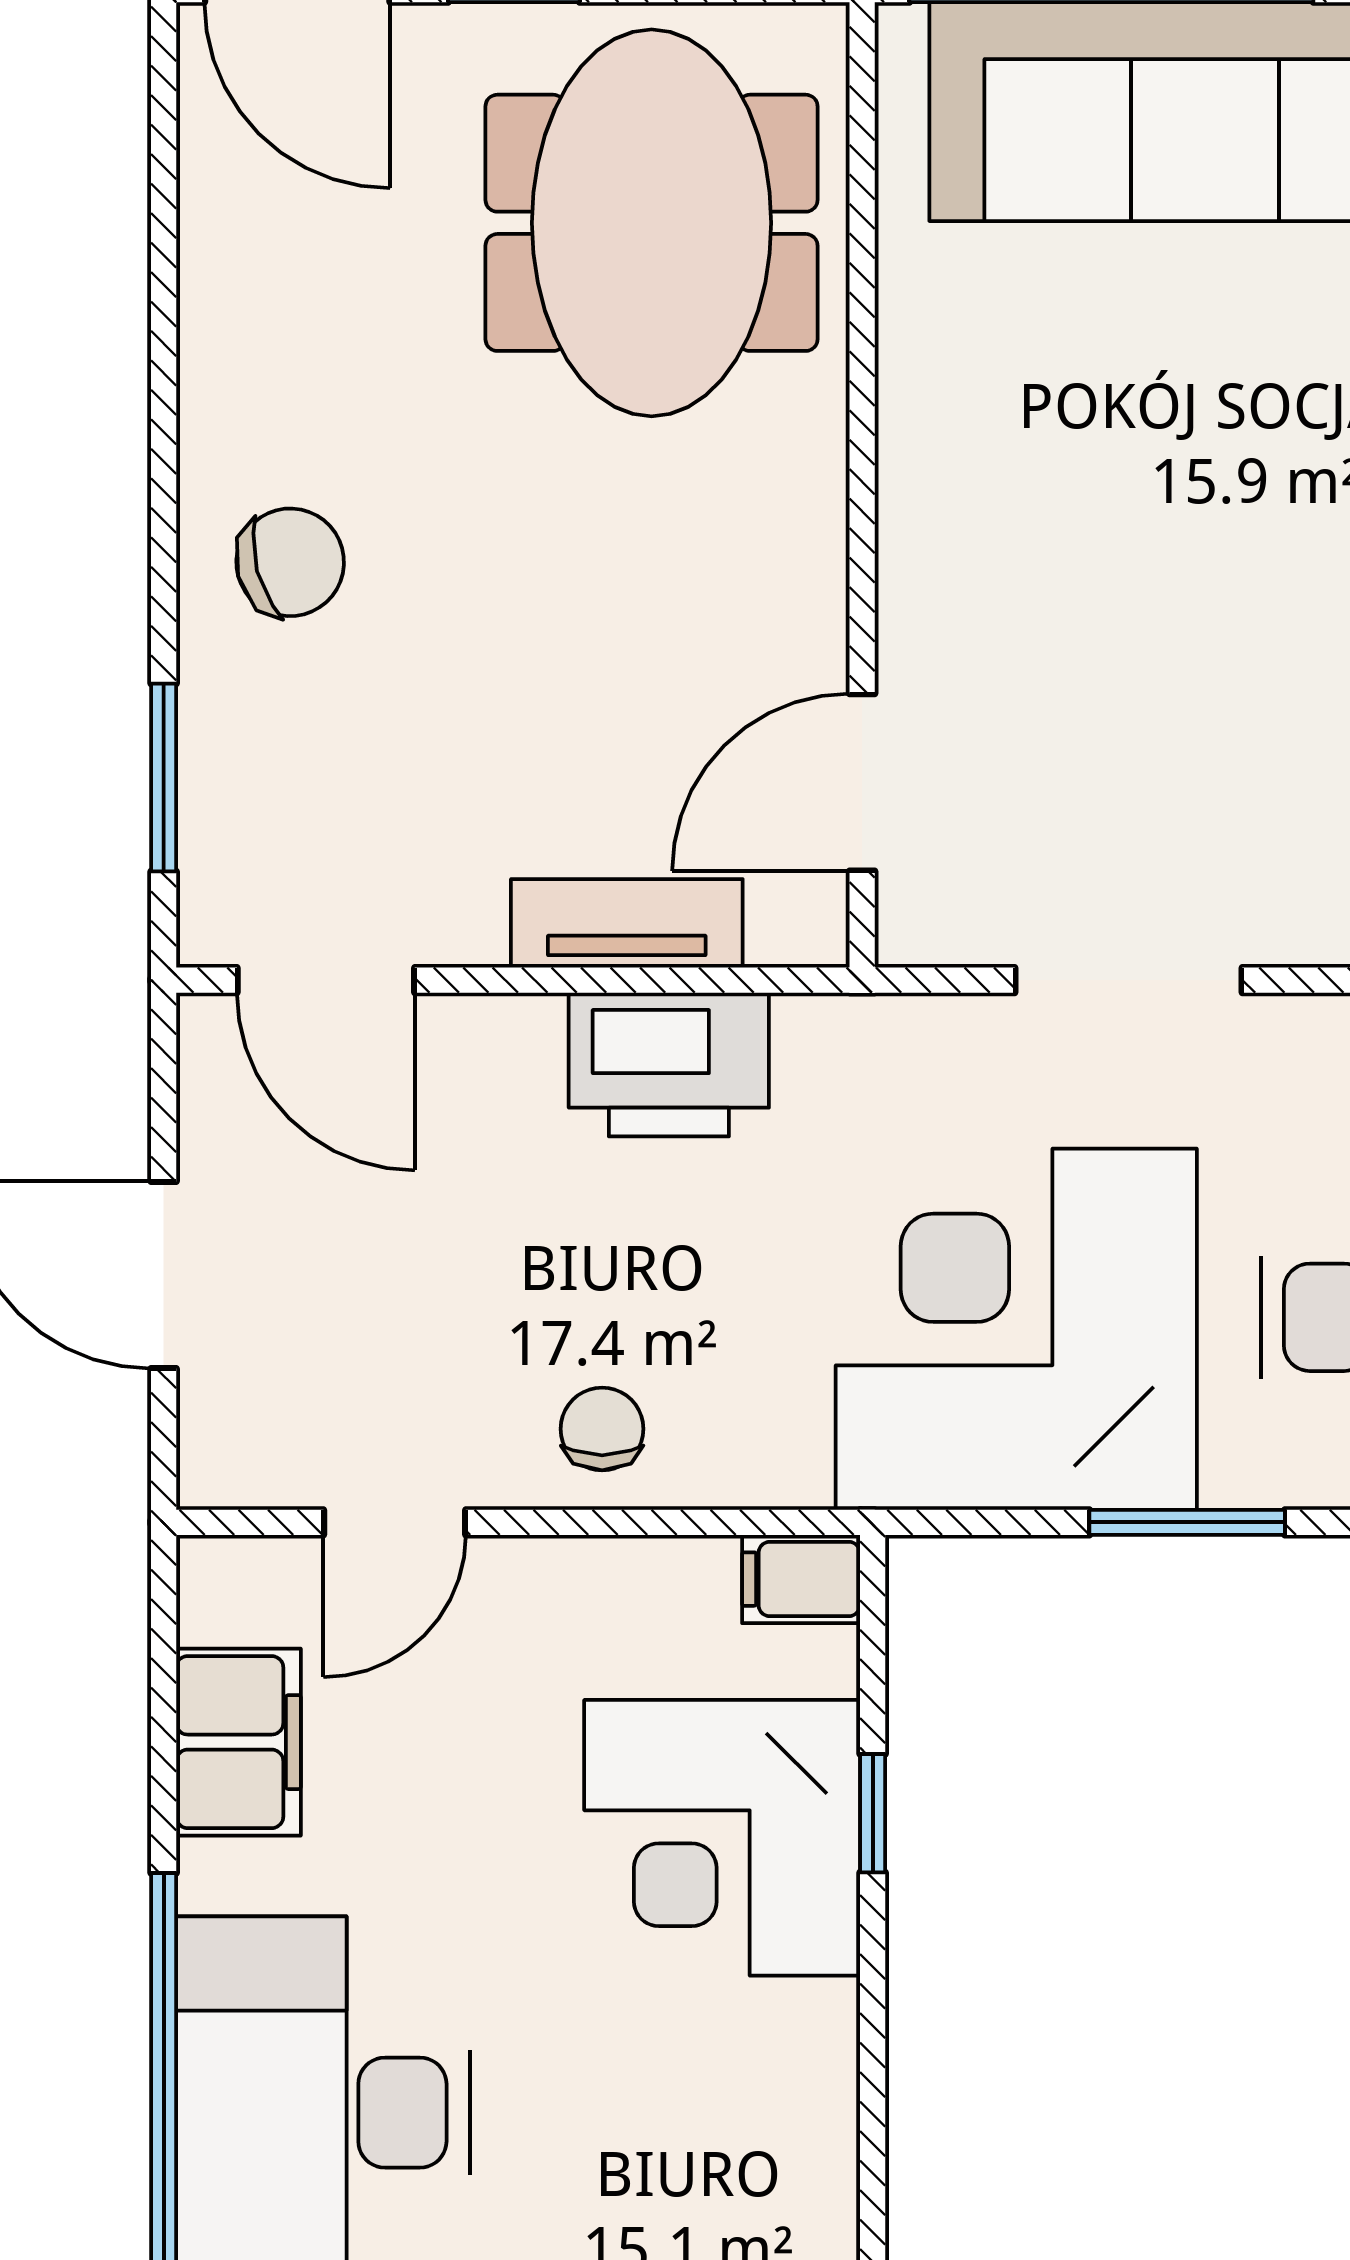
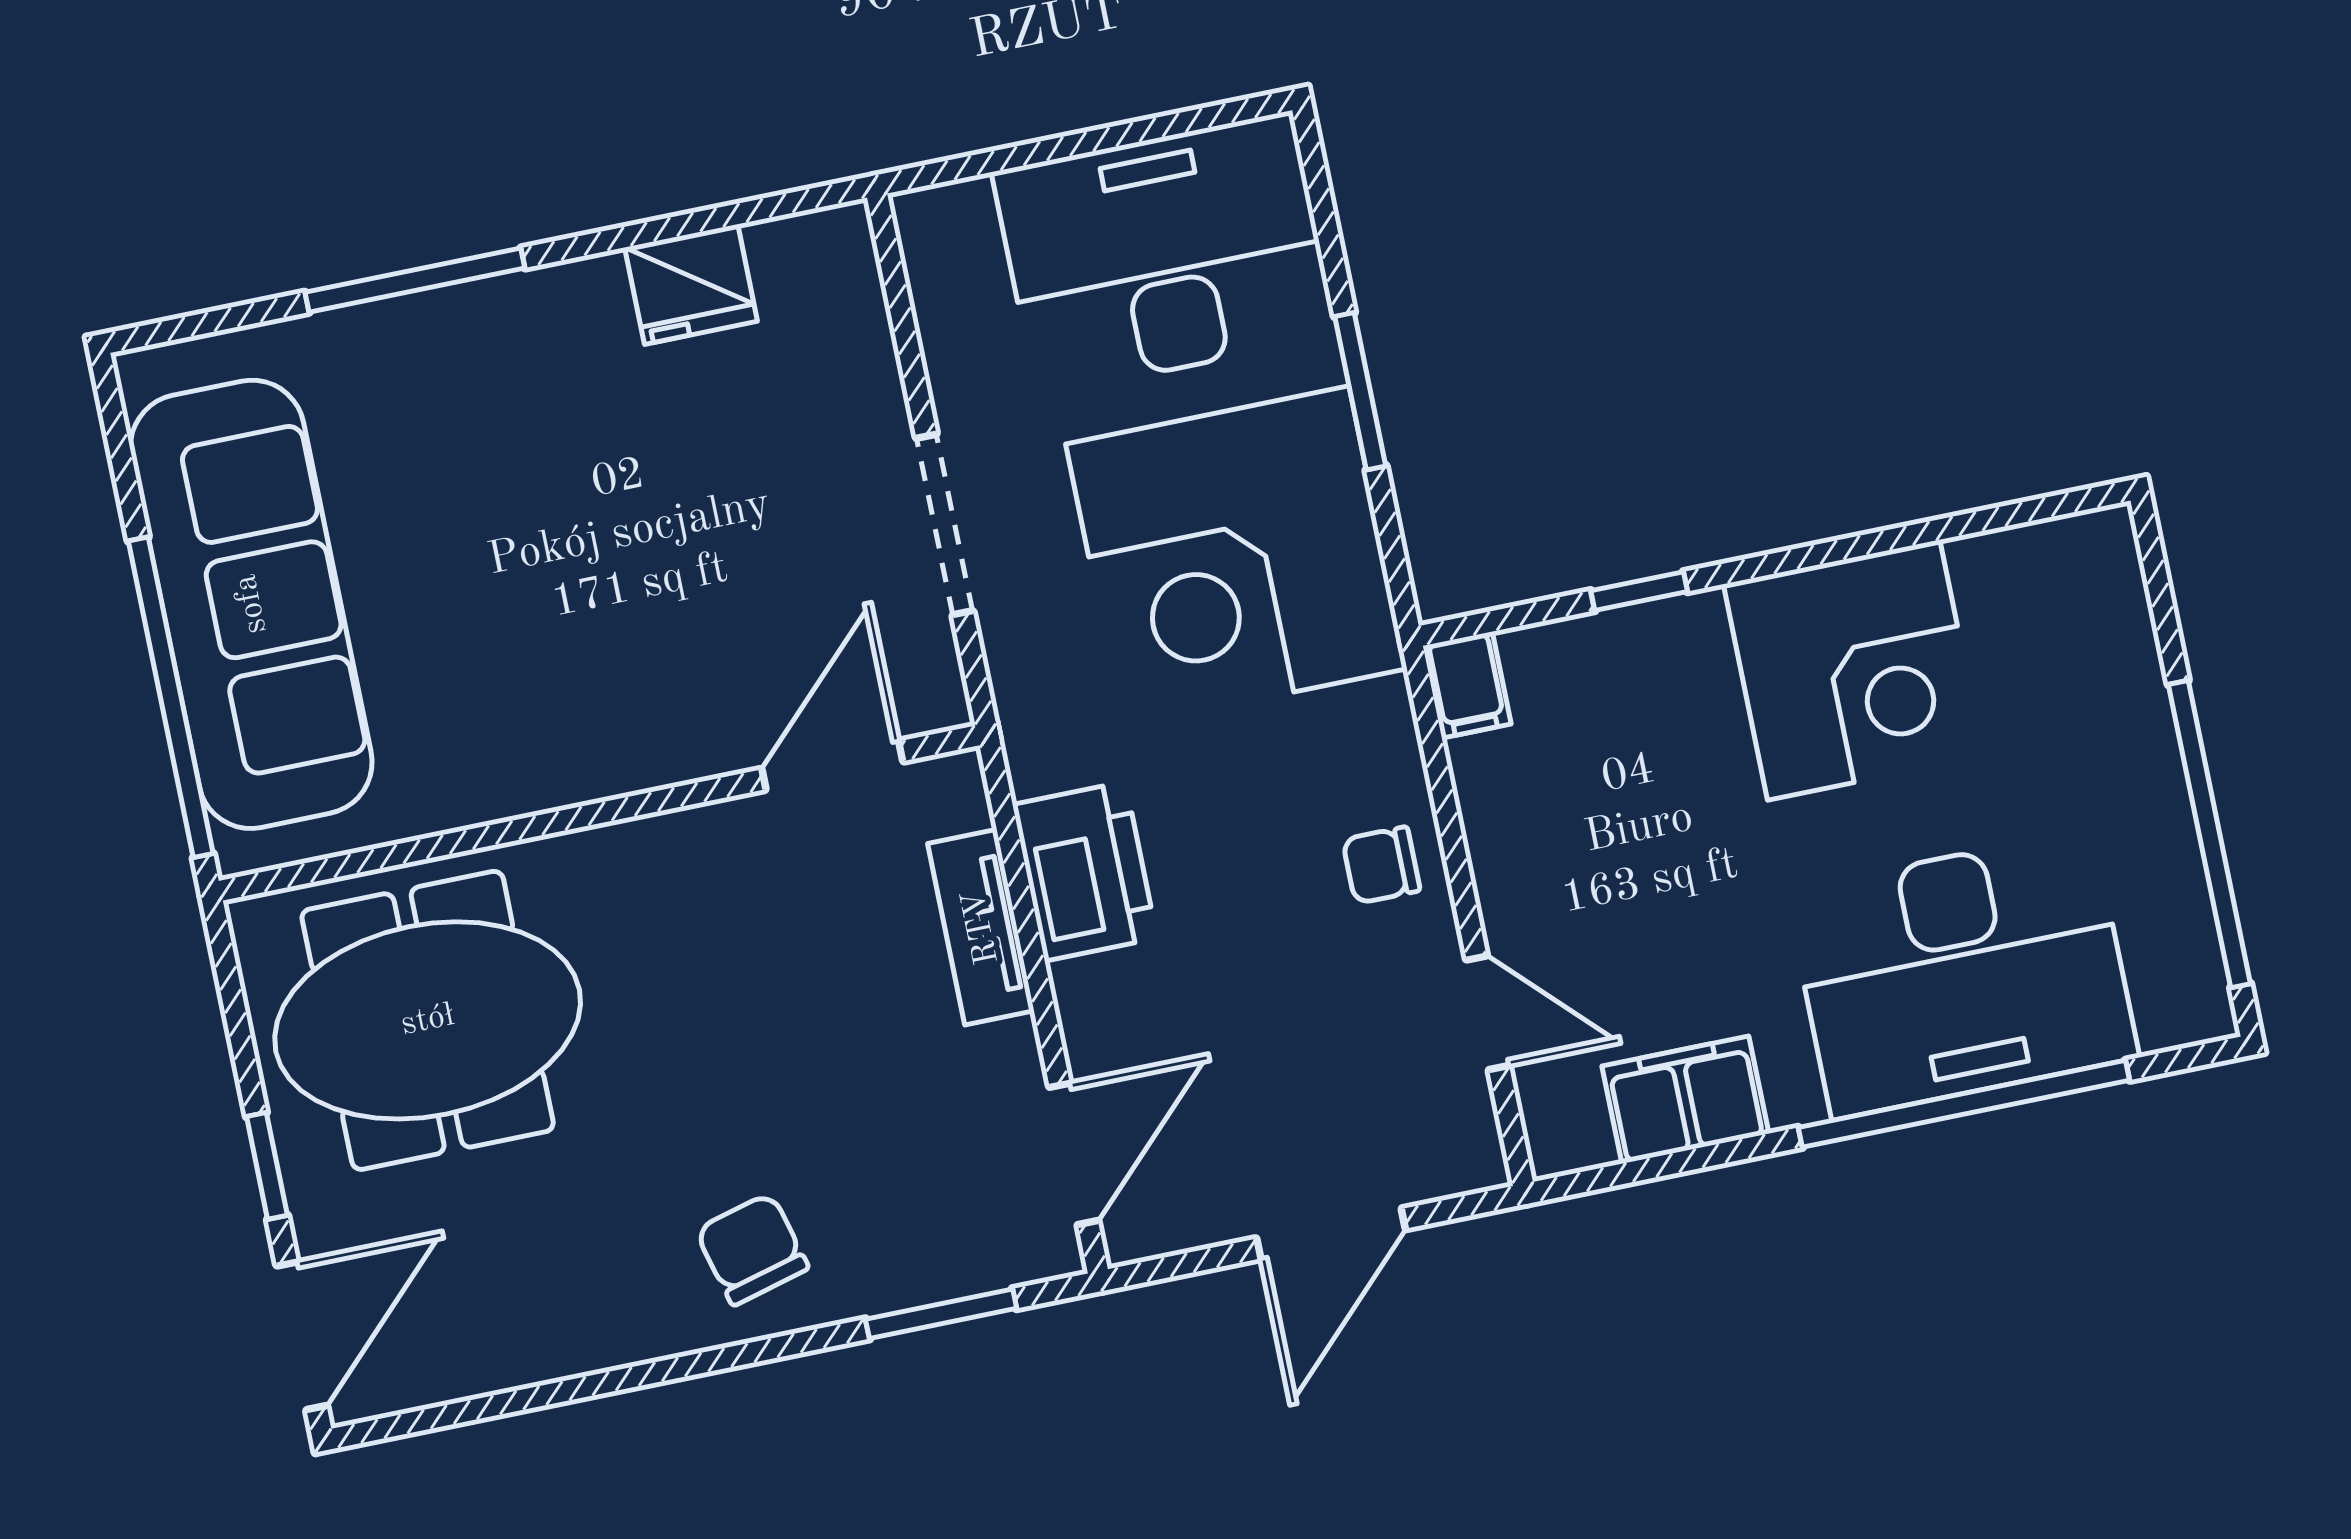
door: (862, 782) -> (832, 765), swing flipped
corner desk: (722, 1838) -> (1854, 670), moved

